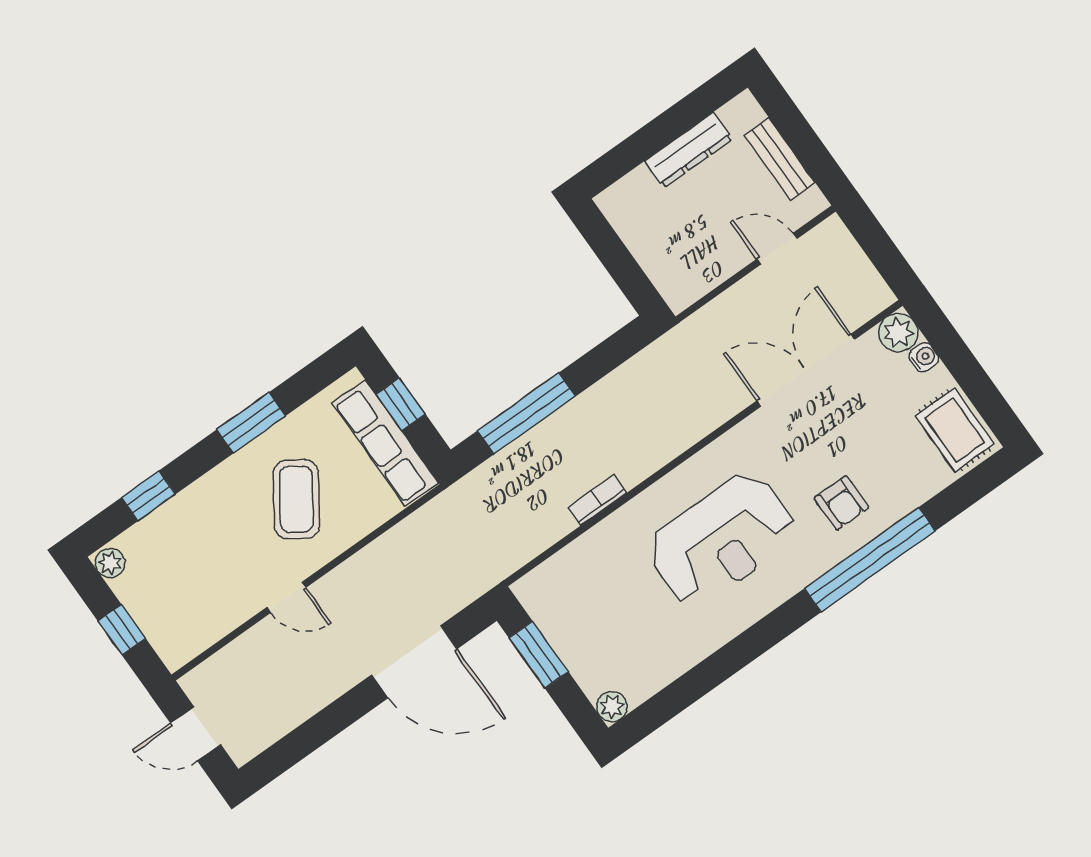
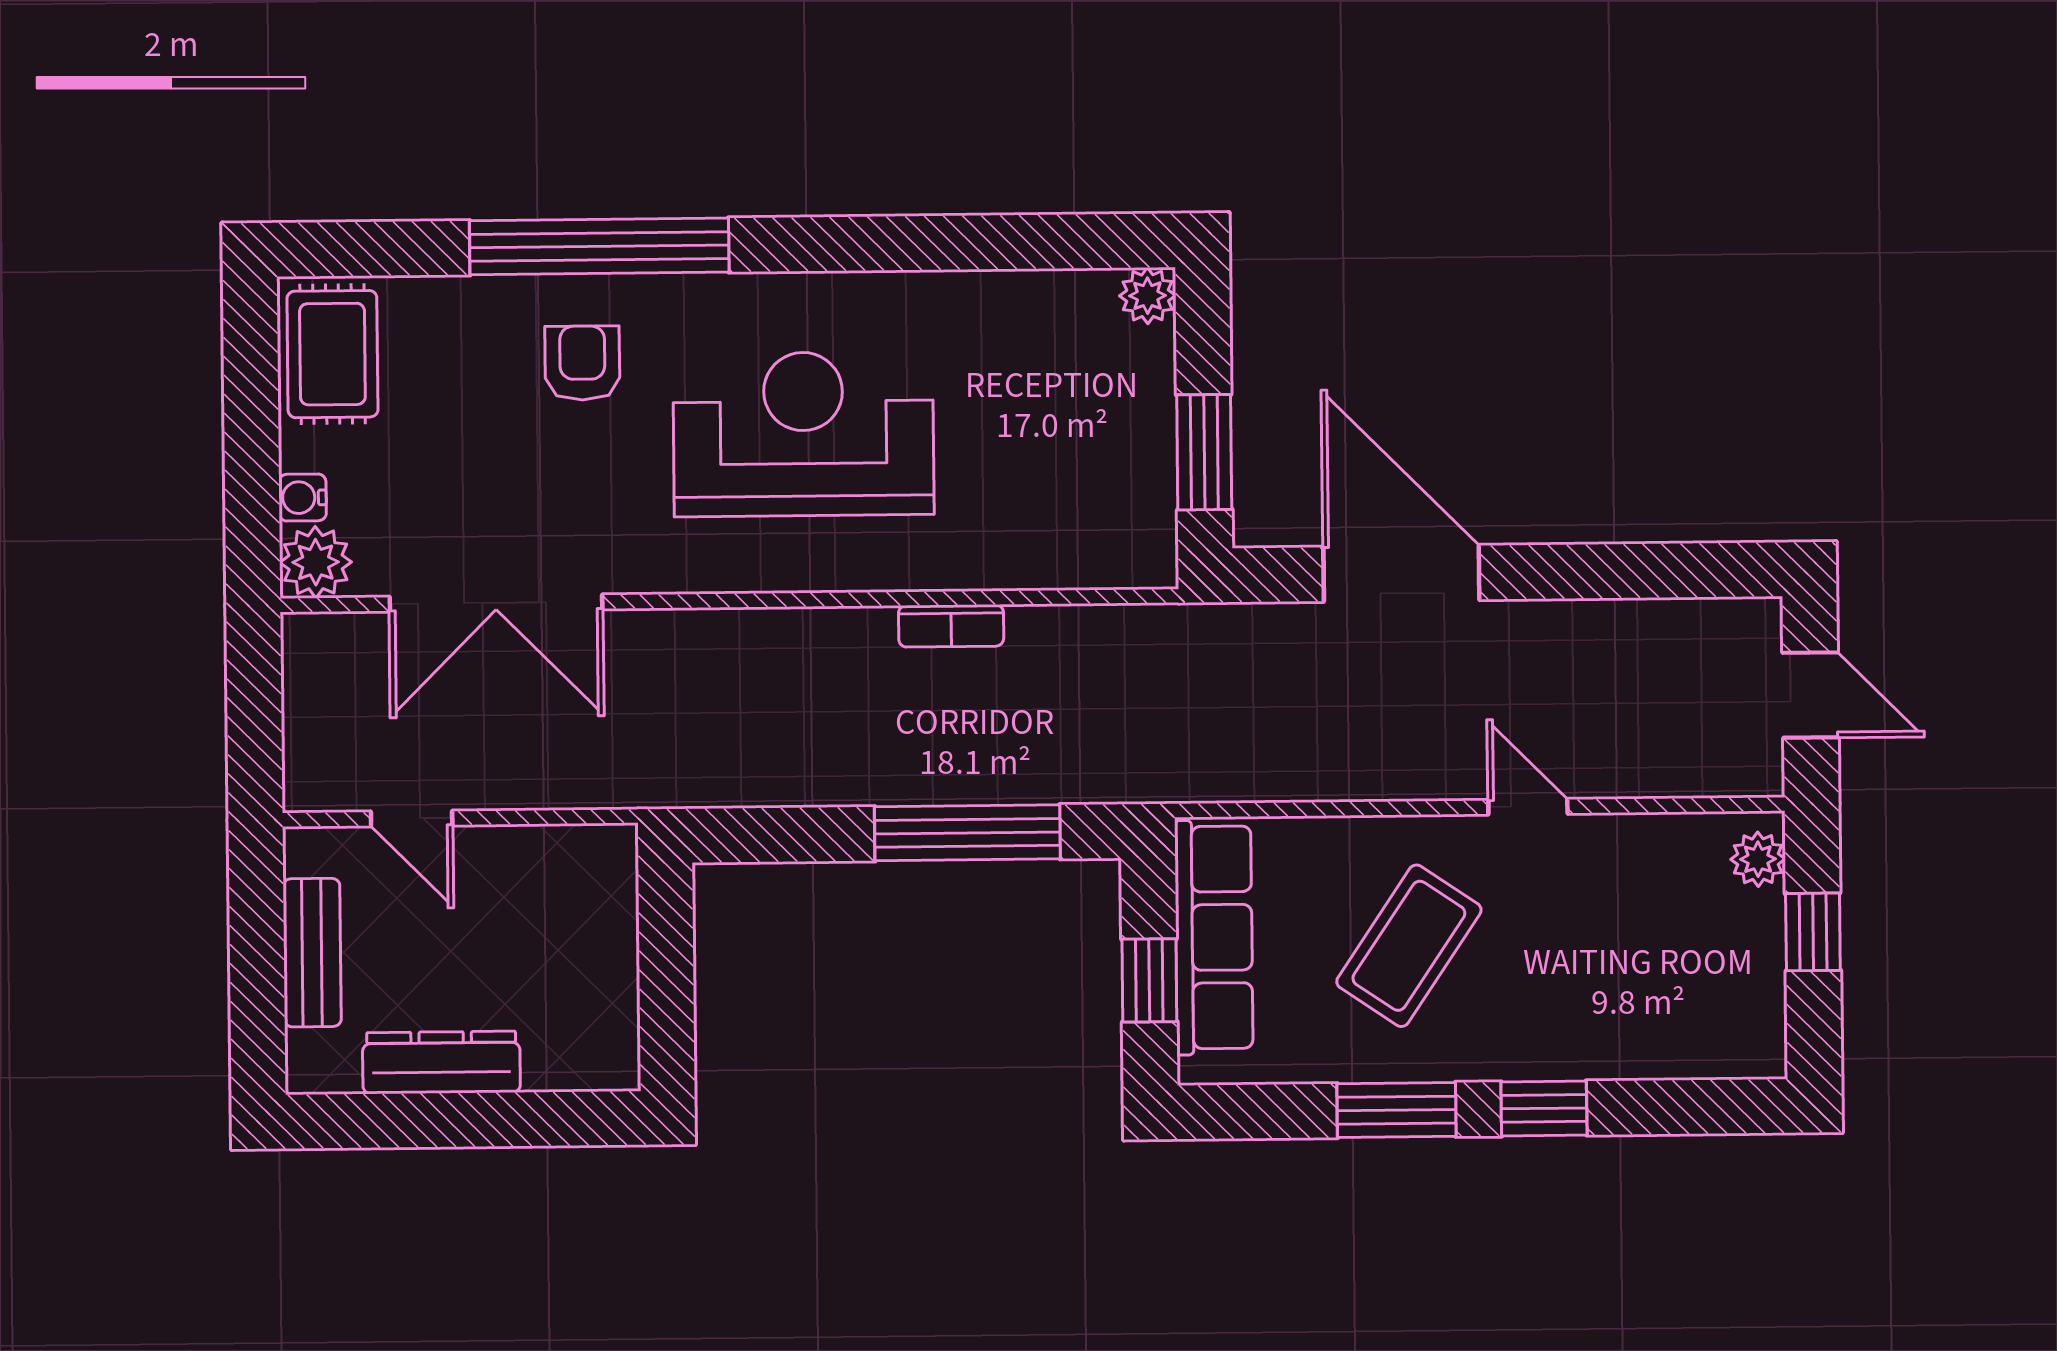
window: (149, 496) -> (1544, 1108), moved
plant: (110, 563) -> (1758, 859), moved

